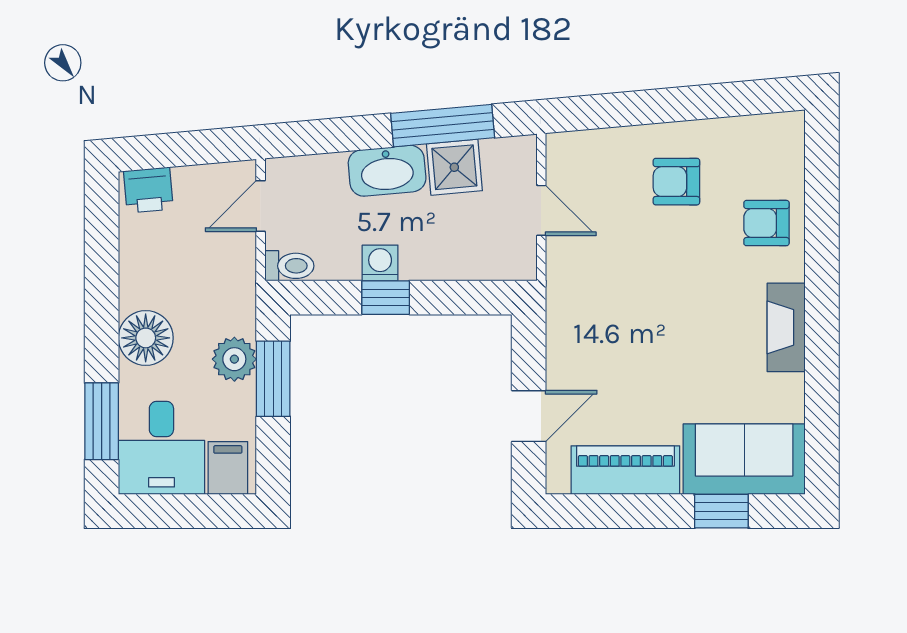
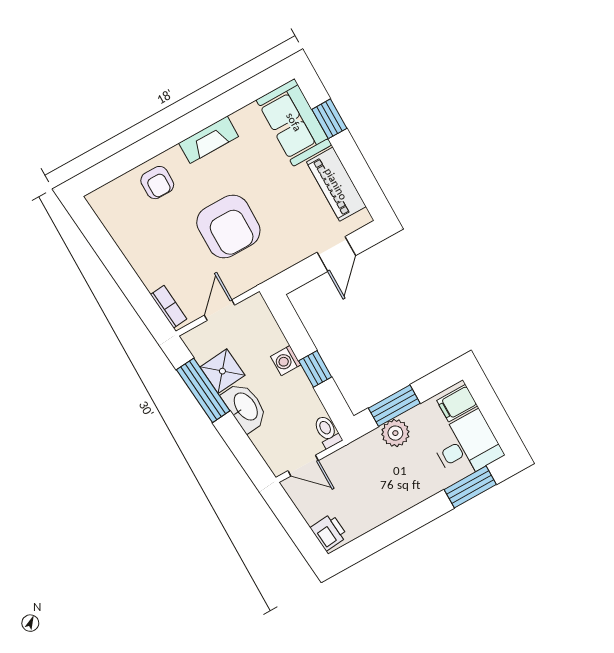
bookcase: (585, 143) -> (169, 307), added
armchair: (676, 182) -> (228, 226), moved, width x1.88, depth x1.88
washing machine: (380, 263) -> (286, 361), moved
floor lamp: (146, 338) -> (411, 488), removed
door: (529, 416) -> (336, 254), swing flipped

